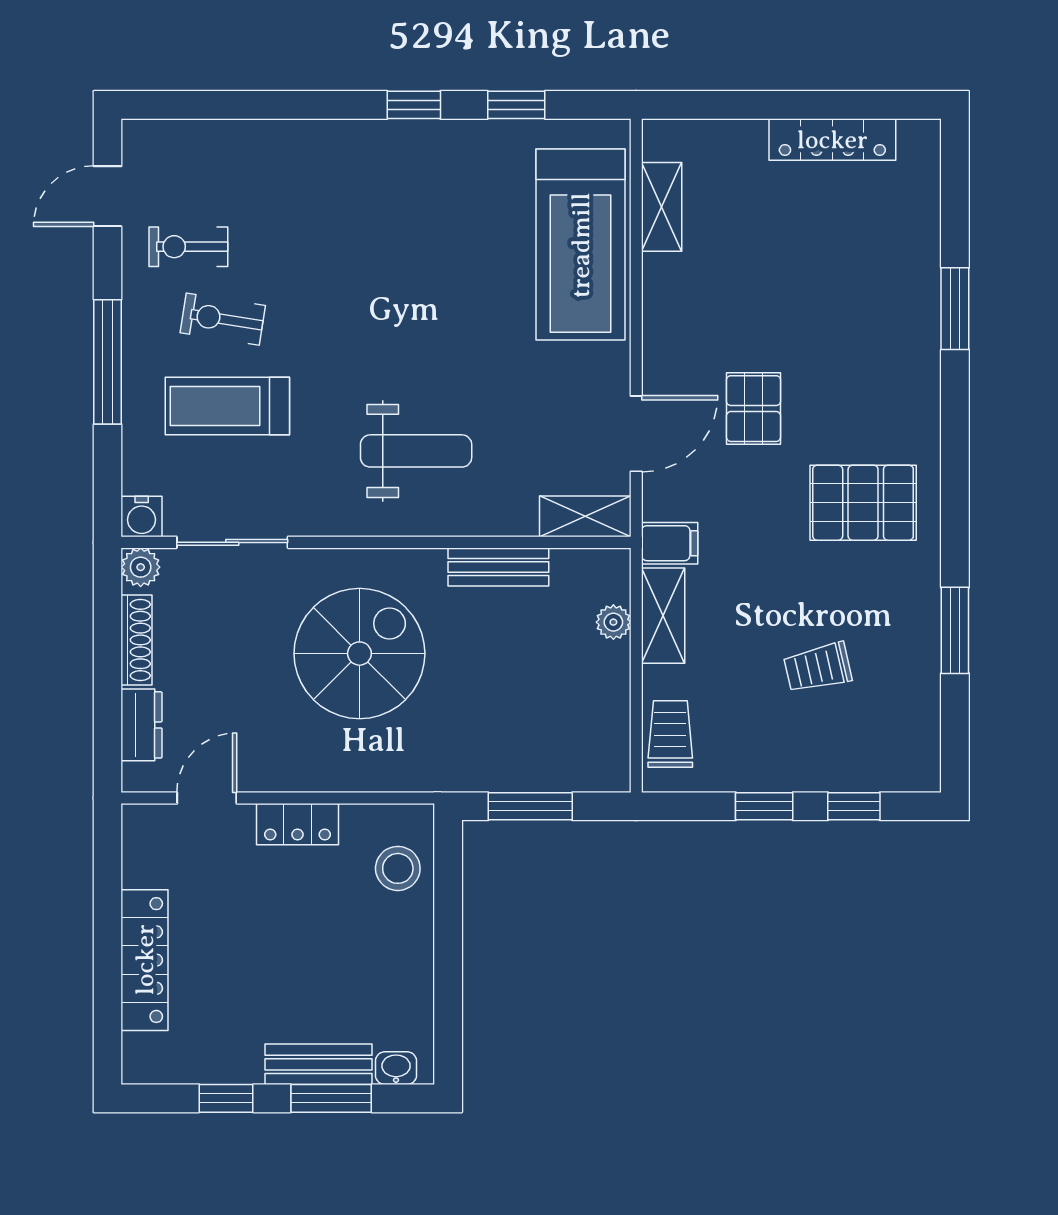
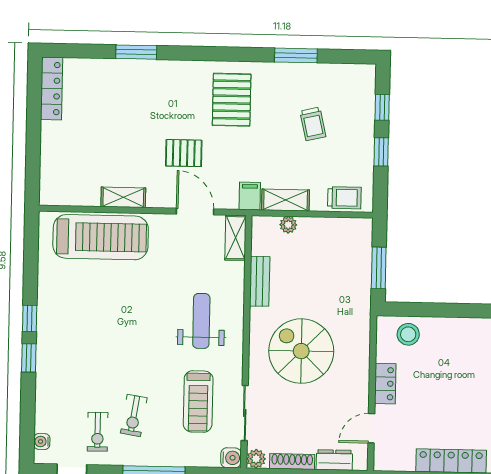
window: (516, 105) -> (29, 358), moved
water cooler: (166, 135) -> (42, 442), added
locker: (832, 140) -> (52, 88), moved
shelving: (662, 207) -> (123, 197), moved
treadmill: (227, 406) -> (198, 402), moved
trolley: (670, 734) -> (344, 198), turned 180
door: (207, 798) -> (371, 428), hinge flipped

